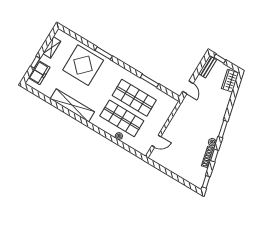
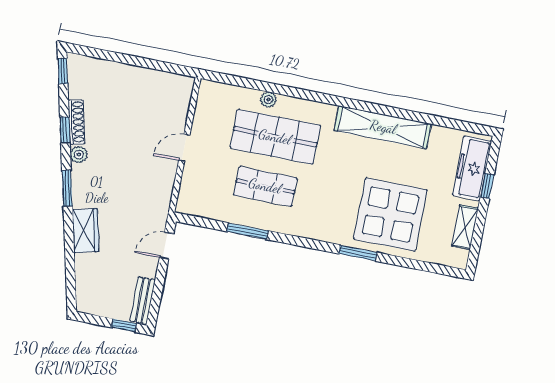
freezer: (39, 73) -> (472, 168), width x1.40
wardrobe: (230, 81) -> (86, 231), moved
door: (188, 87) -> (167, 246), hinge flipped
shop shelf: (134, 98) -> (265, 186), width x0.70, depth x0.74
door: (156, 141) -> (184, 148), moved

